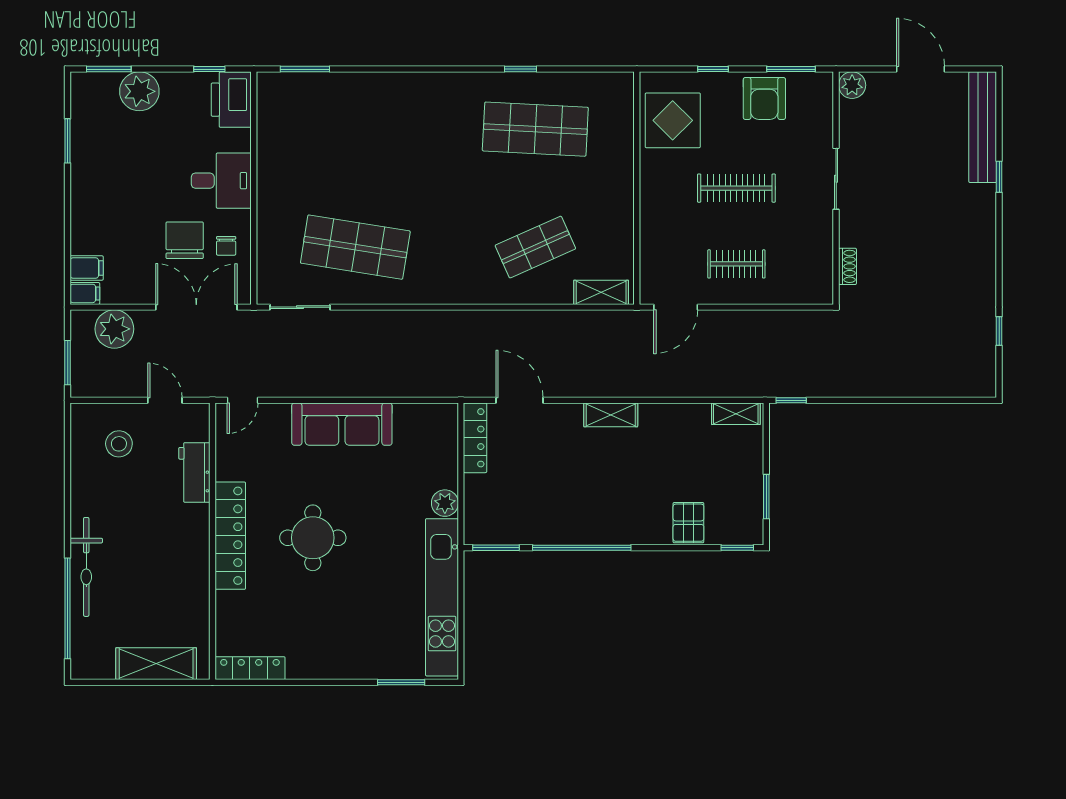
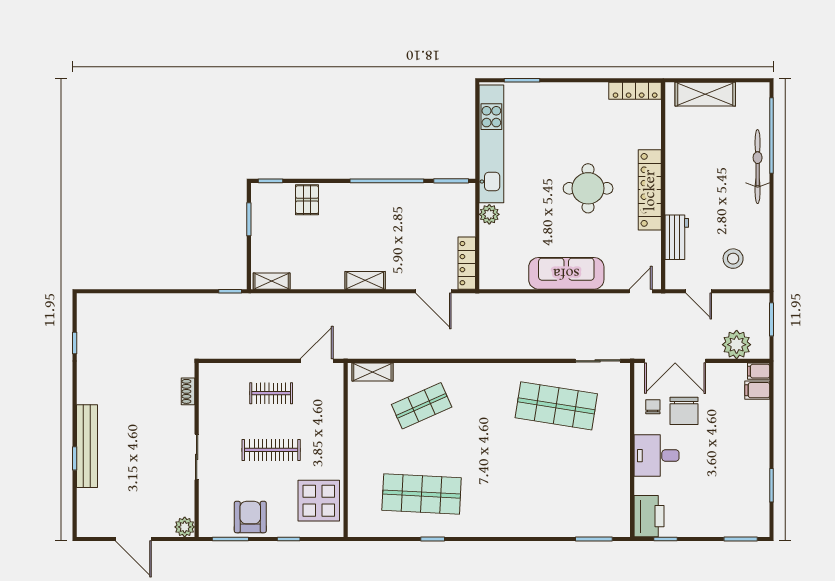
plant: (139, 91) -> (718, 522), removed
bench: (983, 127) -> (87, 446), moved

